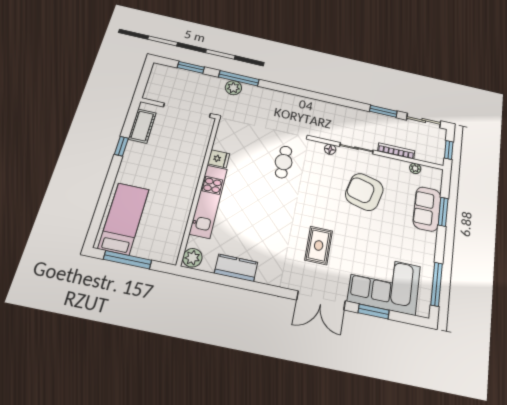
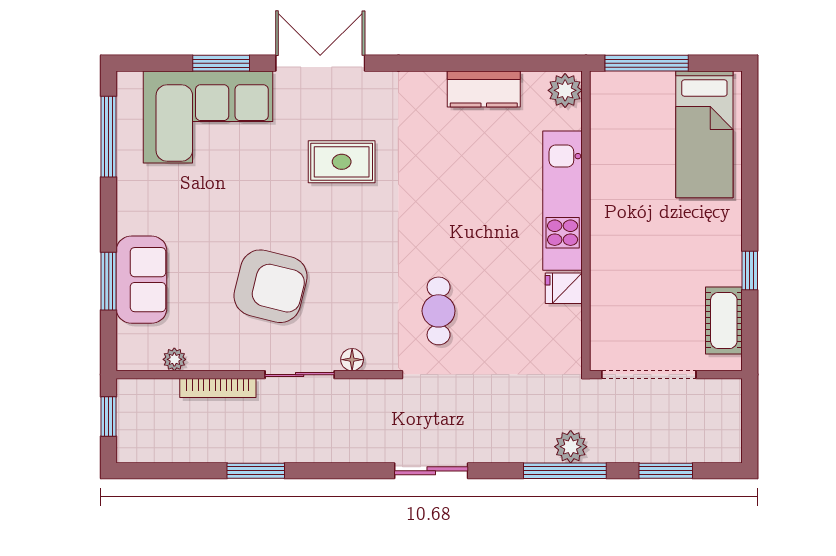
sliding door: (424, 120) -> (431, 471), moved
rug: (319, 245) -> (342, 162), turned 90
window: (128, 260) -> (647, 63), moved

